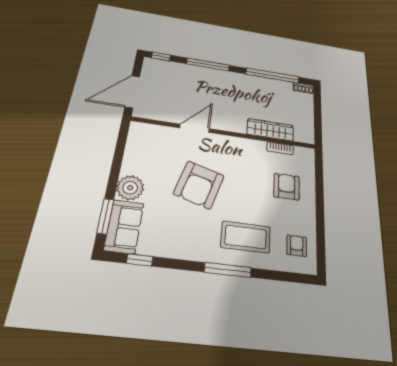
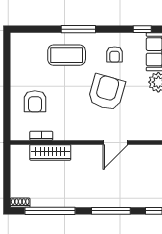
armchair: (297, 246) -> (115, 54), moved

